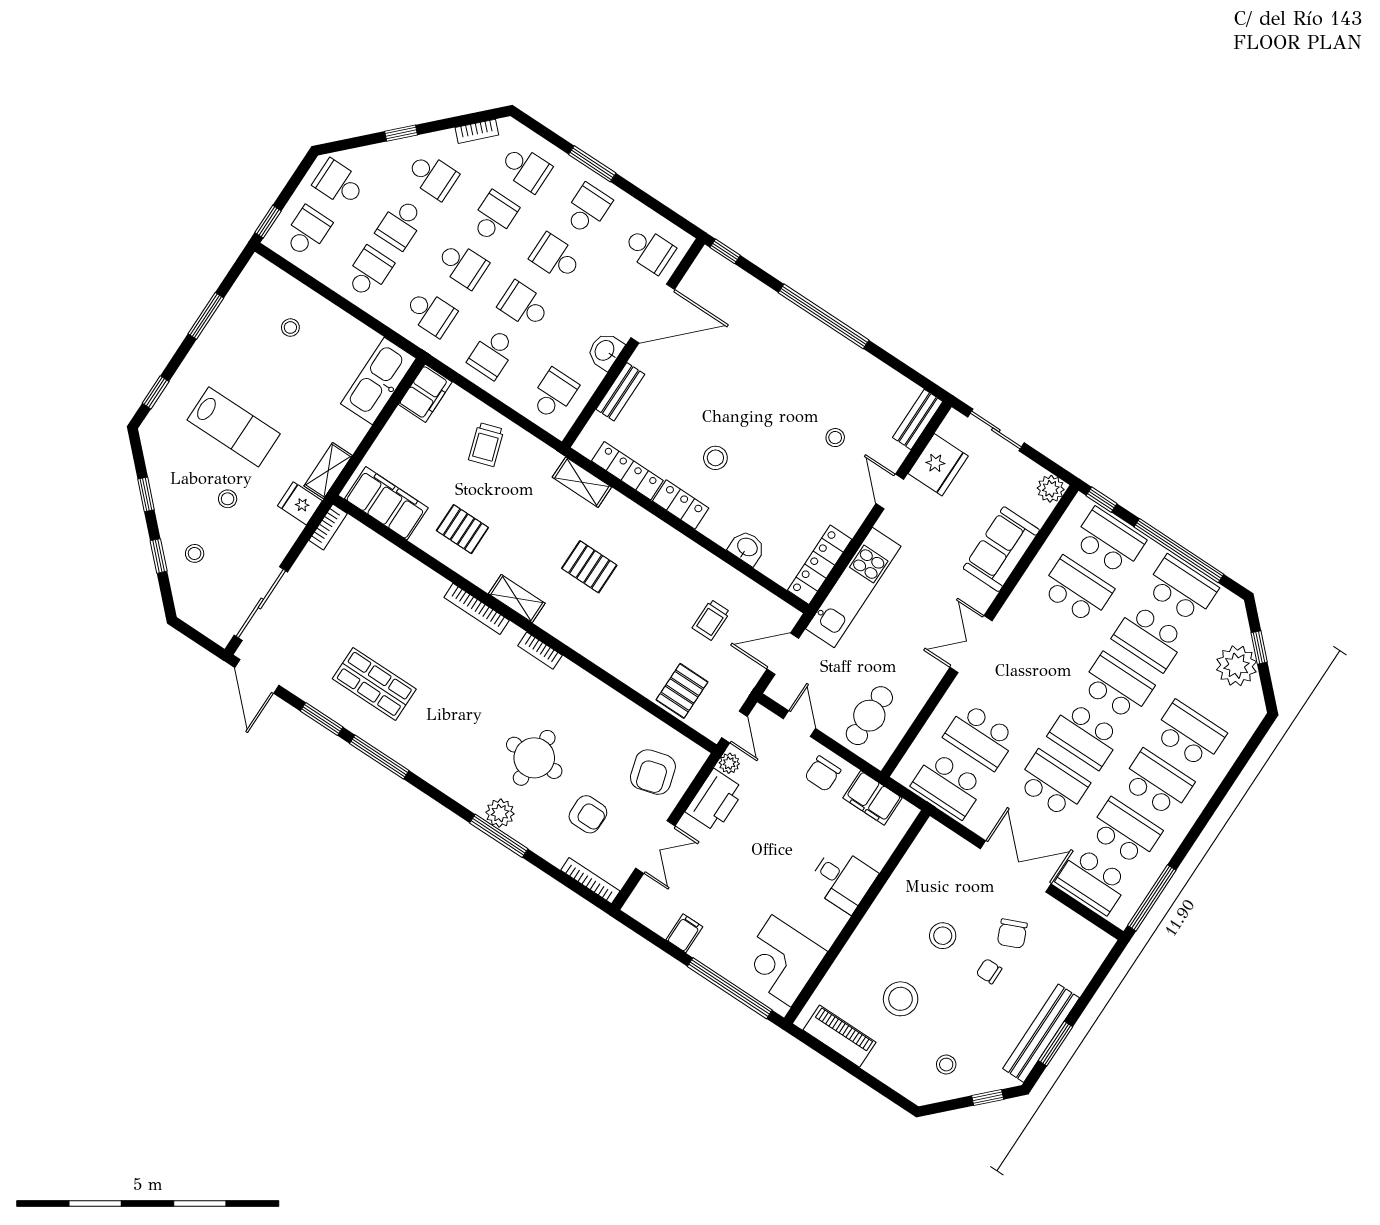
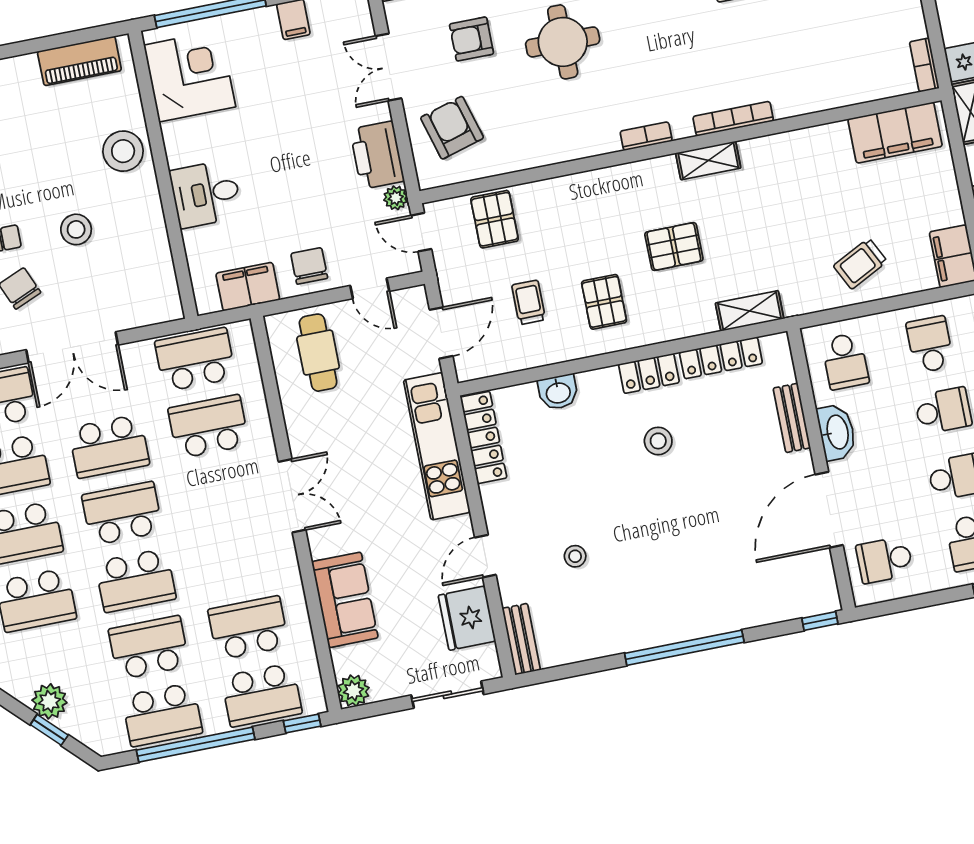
washbasin: (605, 351) -> (837, 432), width x1.38
trolley: (486, 444) -> (860, 264), turned -99
door: (890, 492) -> (485, 556), swing flipped
pallet: (462, 529) -> (604, 302), moved, turned 90
school desk: (1077, 590) -> (248, 628), turned 180
plant: (1237, 666) -> (49, 701), width x0.73, depth x0.73
stool: (901, 999) -> (123, 151), moved

